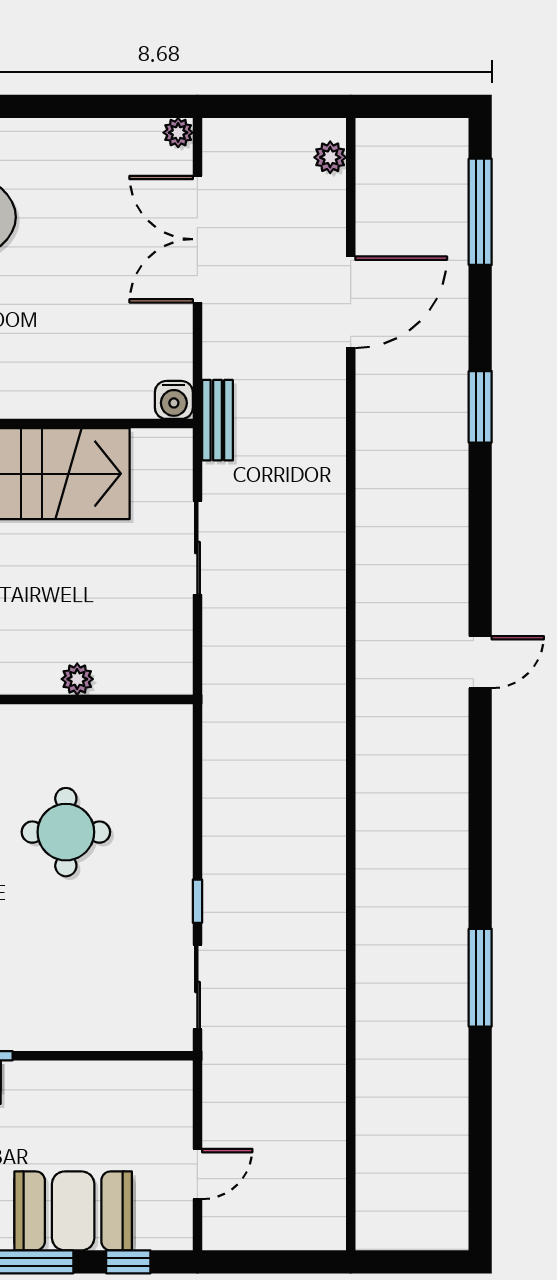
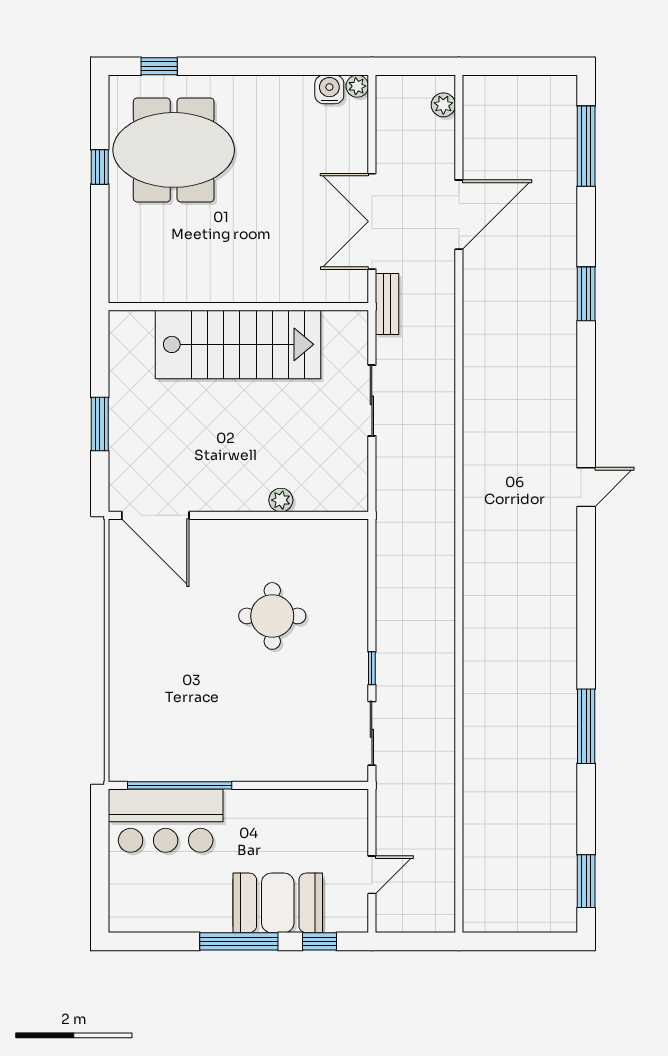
plant: (330, 157) -> (443, 105), moved
double door: (197, 239) -> (372, 221), moved
door: (351, 302) -> (459, 215), moved
water cooler: (174, 400) -> (329, 89), moved, turned 180
wall: (351, 684) -> (459, 504), moved
window: (480, 1182) -> (586, 881), added

